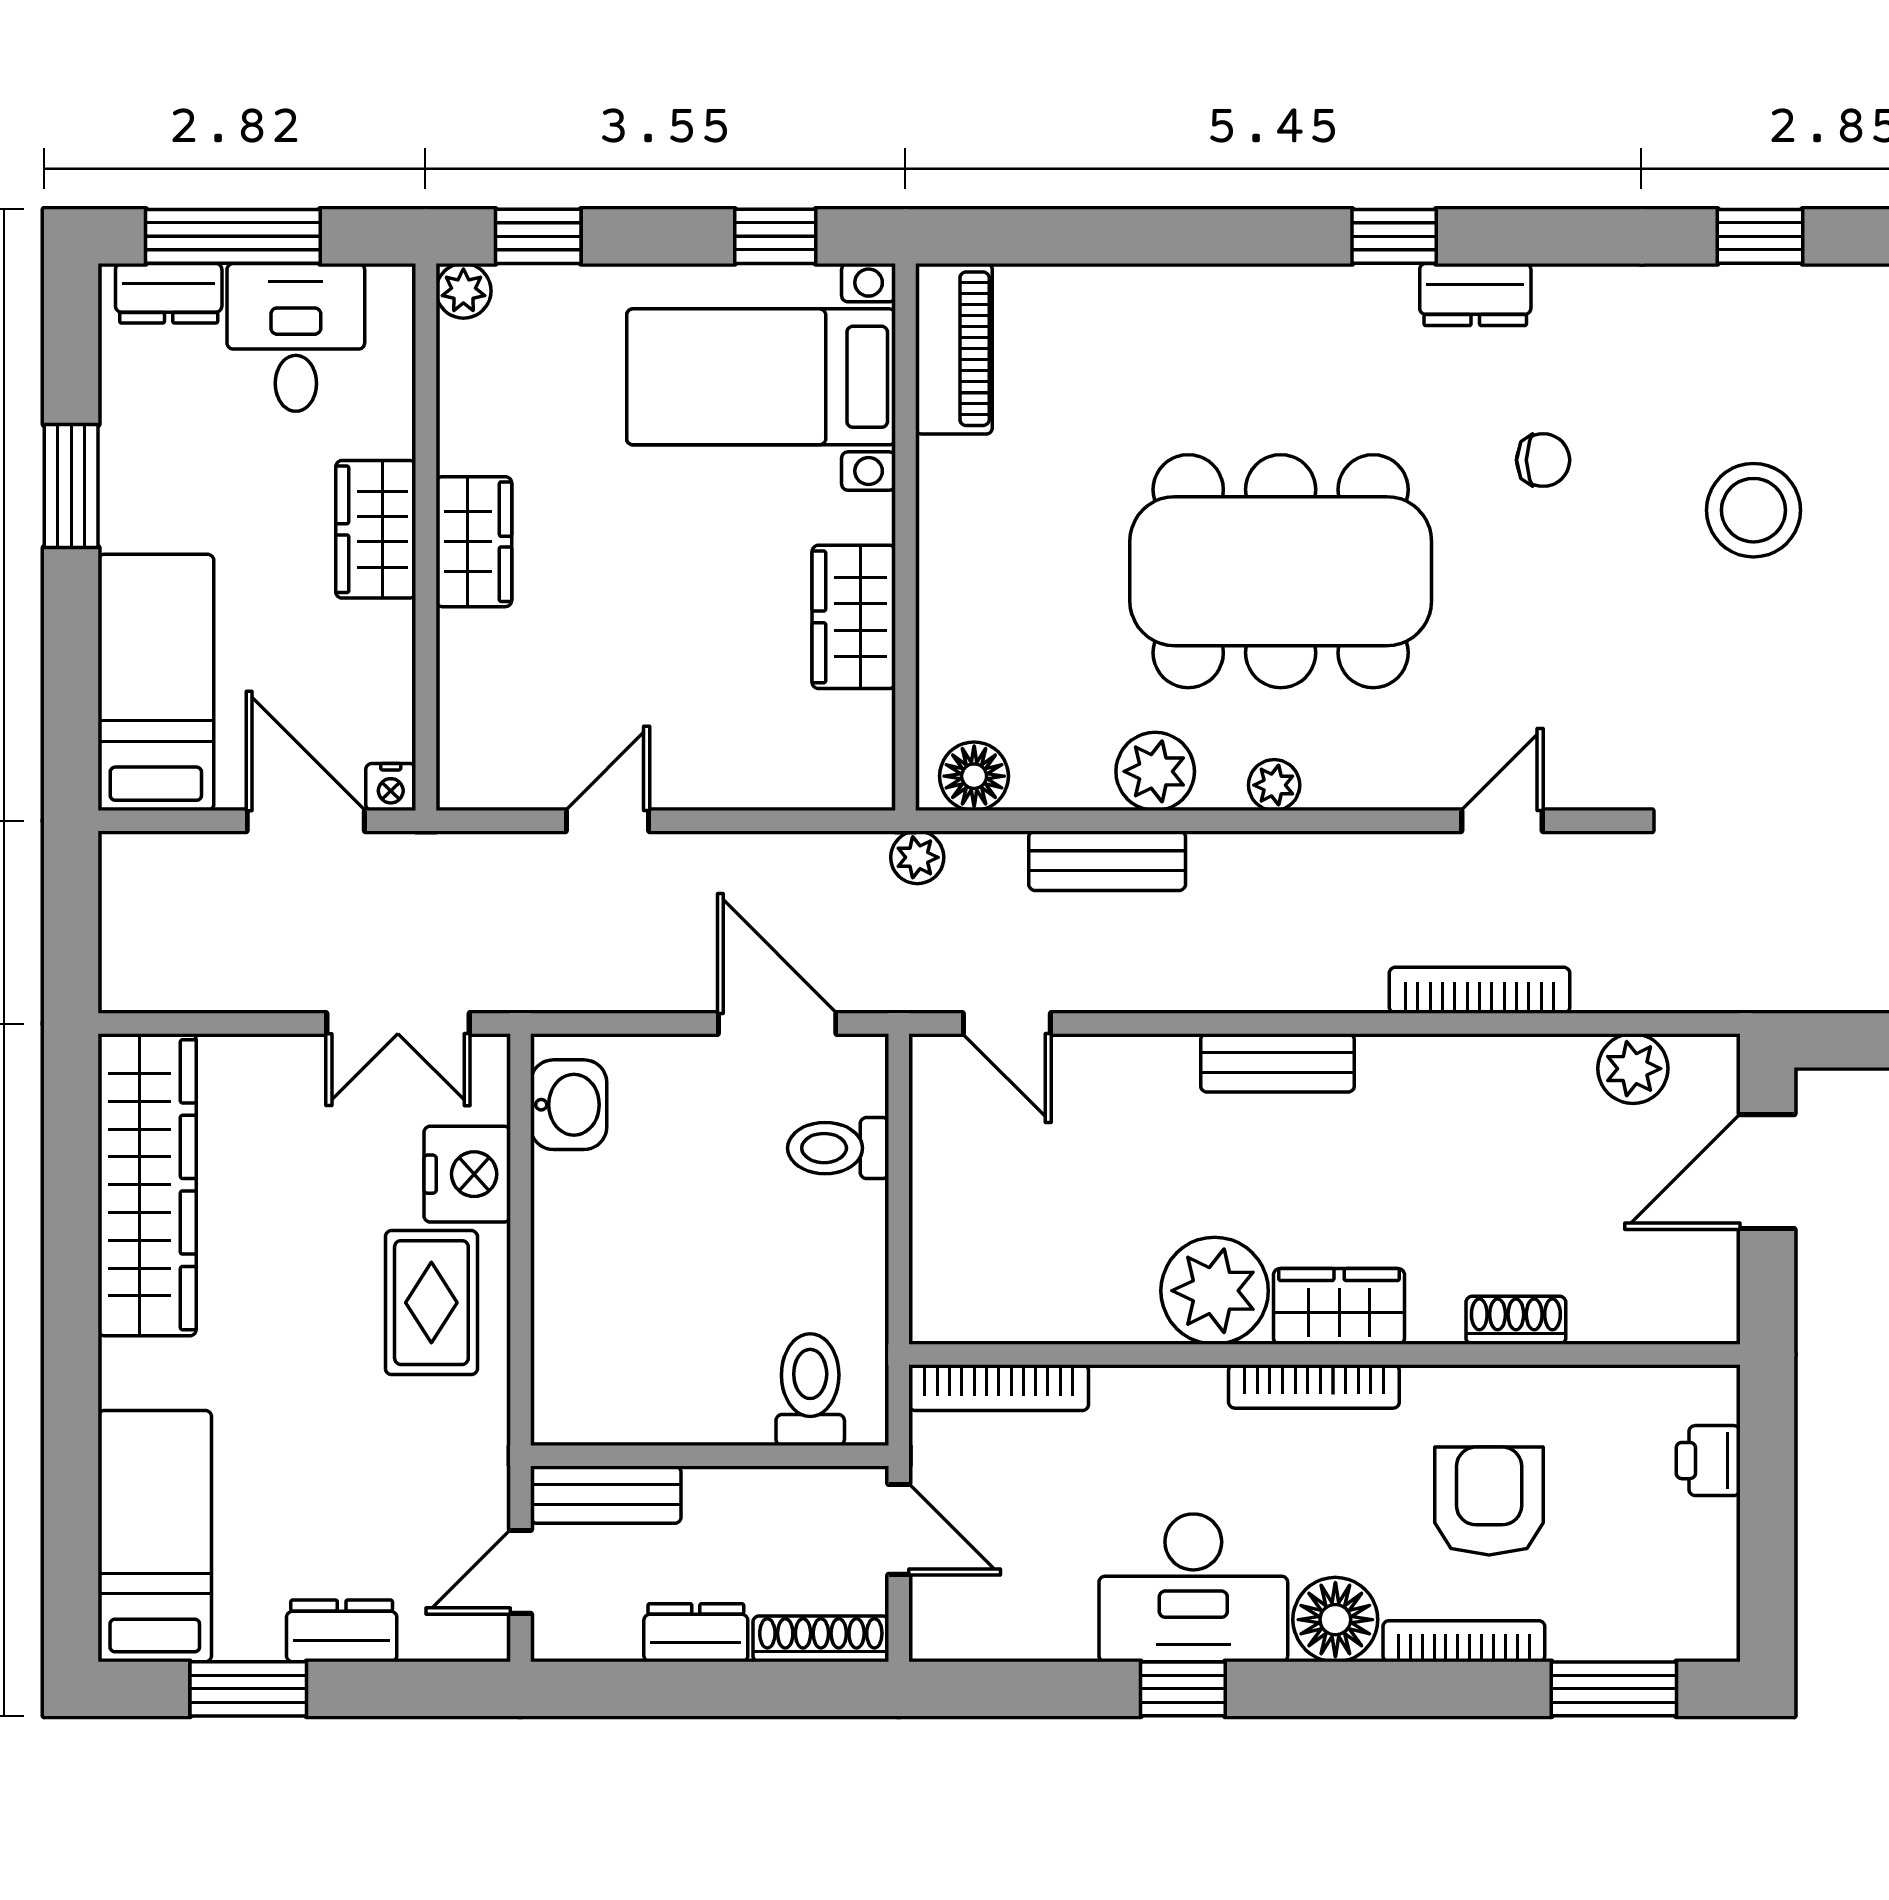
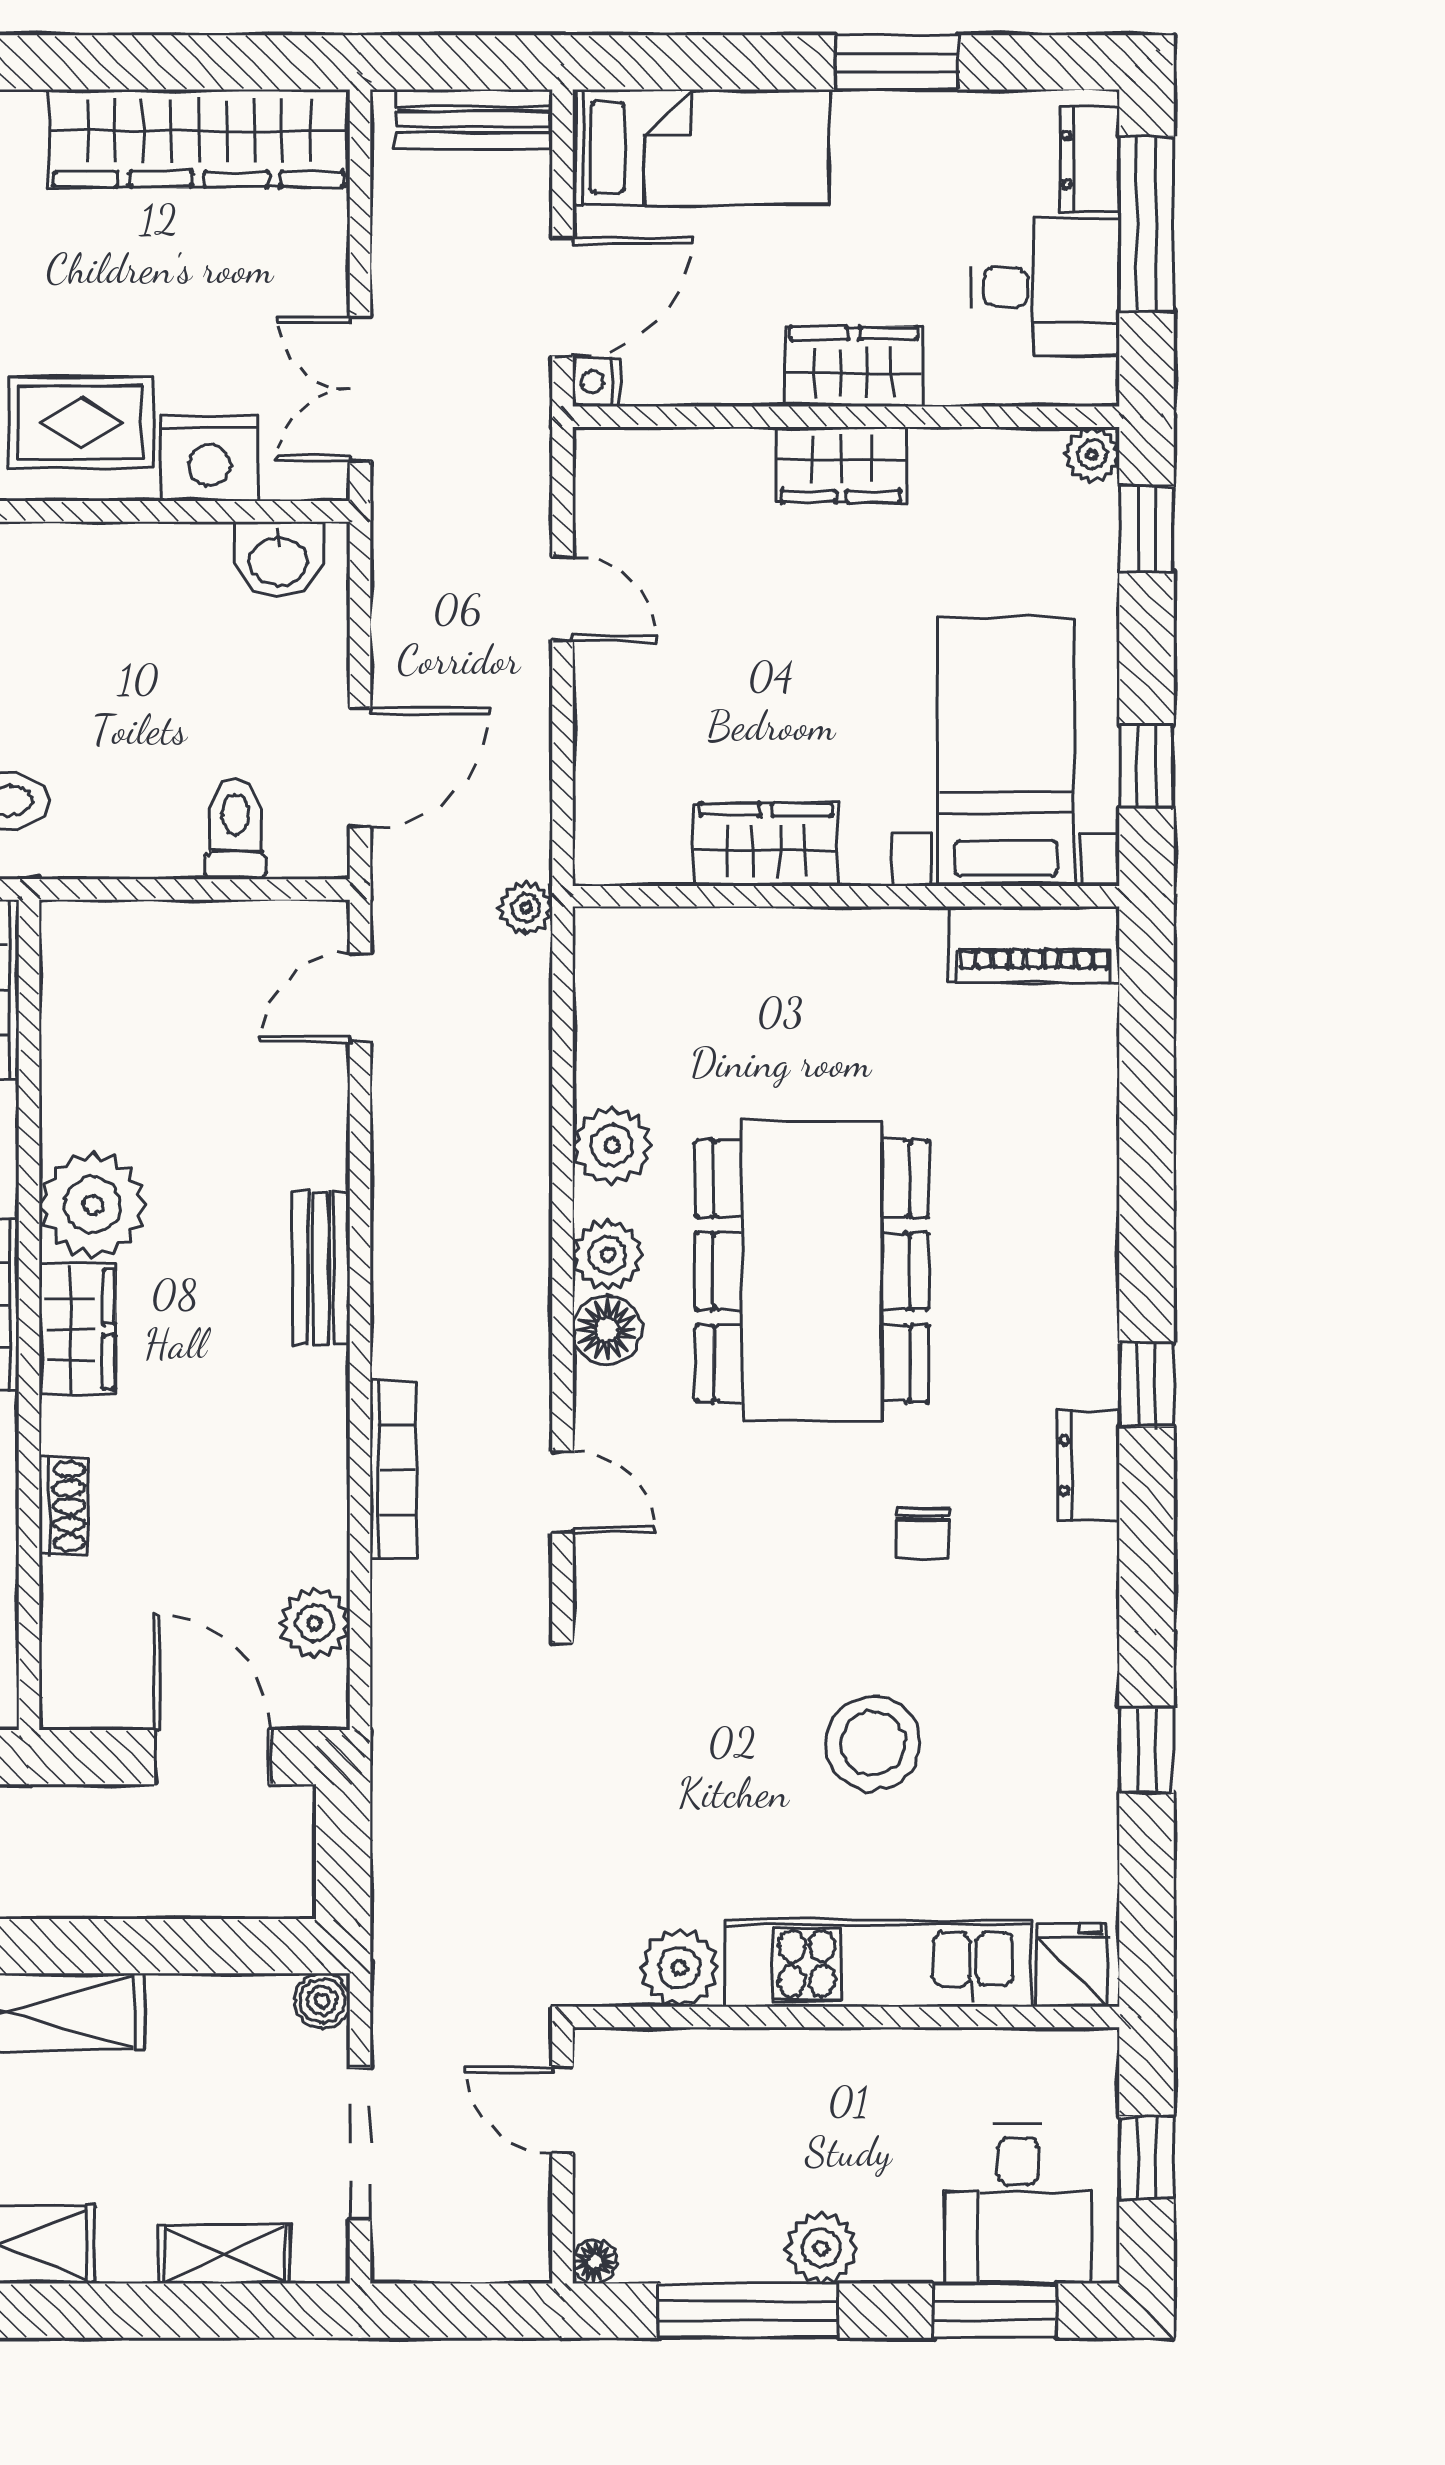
floor lamp: (974, 776) -> (607, 1330), moved
plant: (1274, 785) -> (608, 1255), width x1.38, depth x1.38
bench: (1107, 861) -> (474, 119), moved, turned 90

